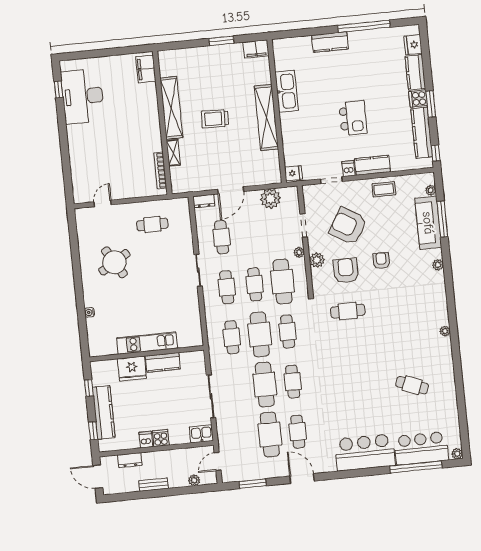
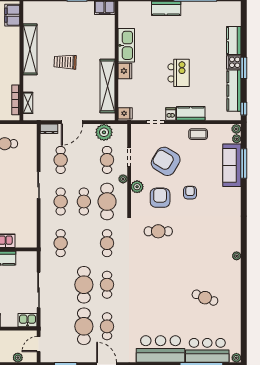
fridge: (413, 45) -> (125, 71), moved, turned 180
shelving: (266, 117) -> (107, 86), moved
shelving: (173, 153) -> (28, 103), moved
plant: (438, 265) -> (236, 129), moved
cafe table: (260, 334) -> (107, 160), moved, width x0.73, depth x0.74

